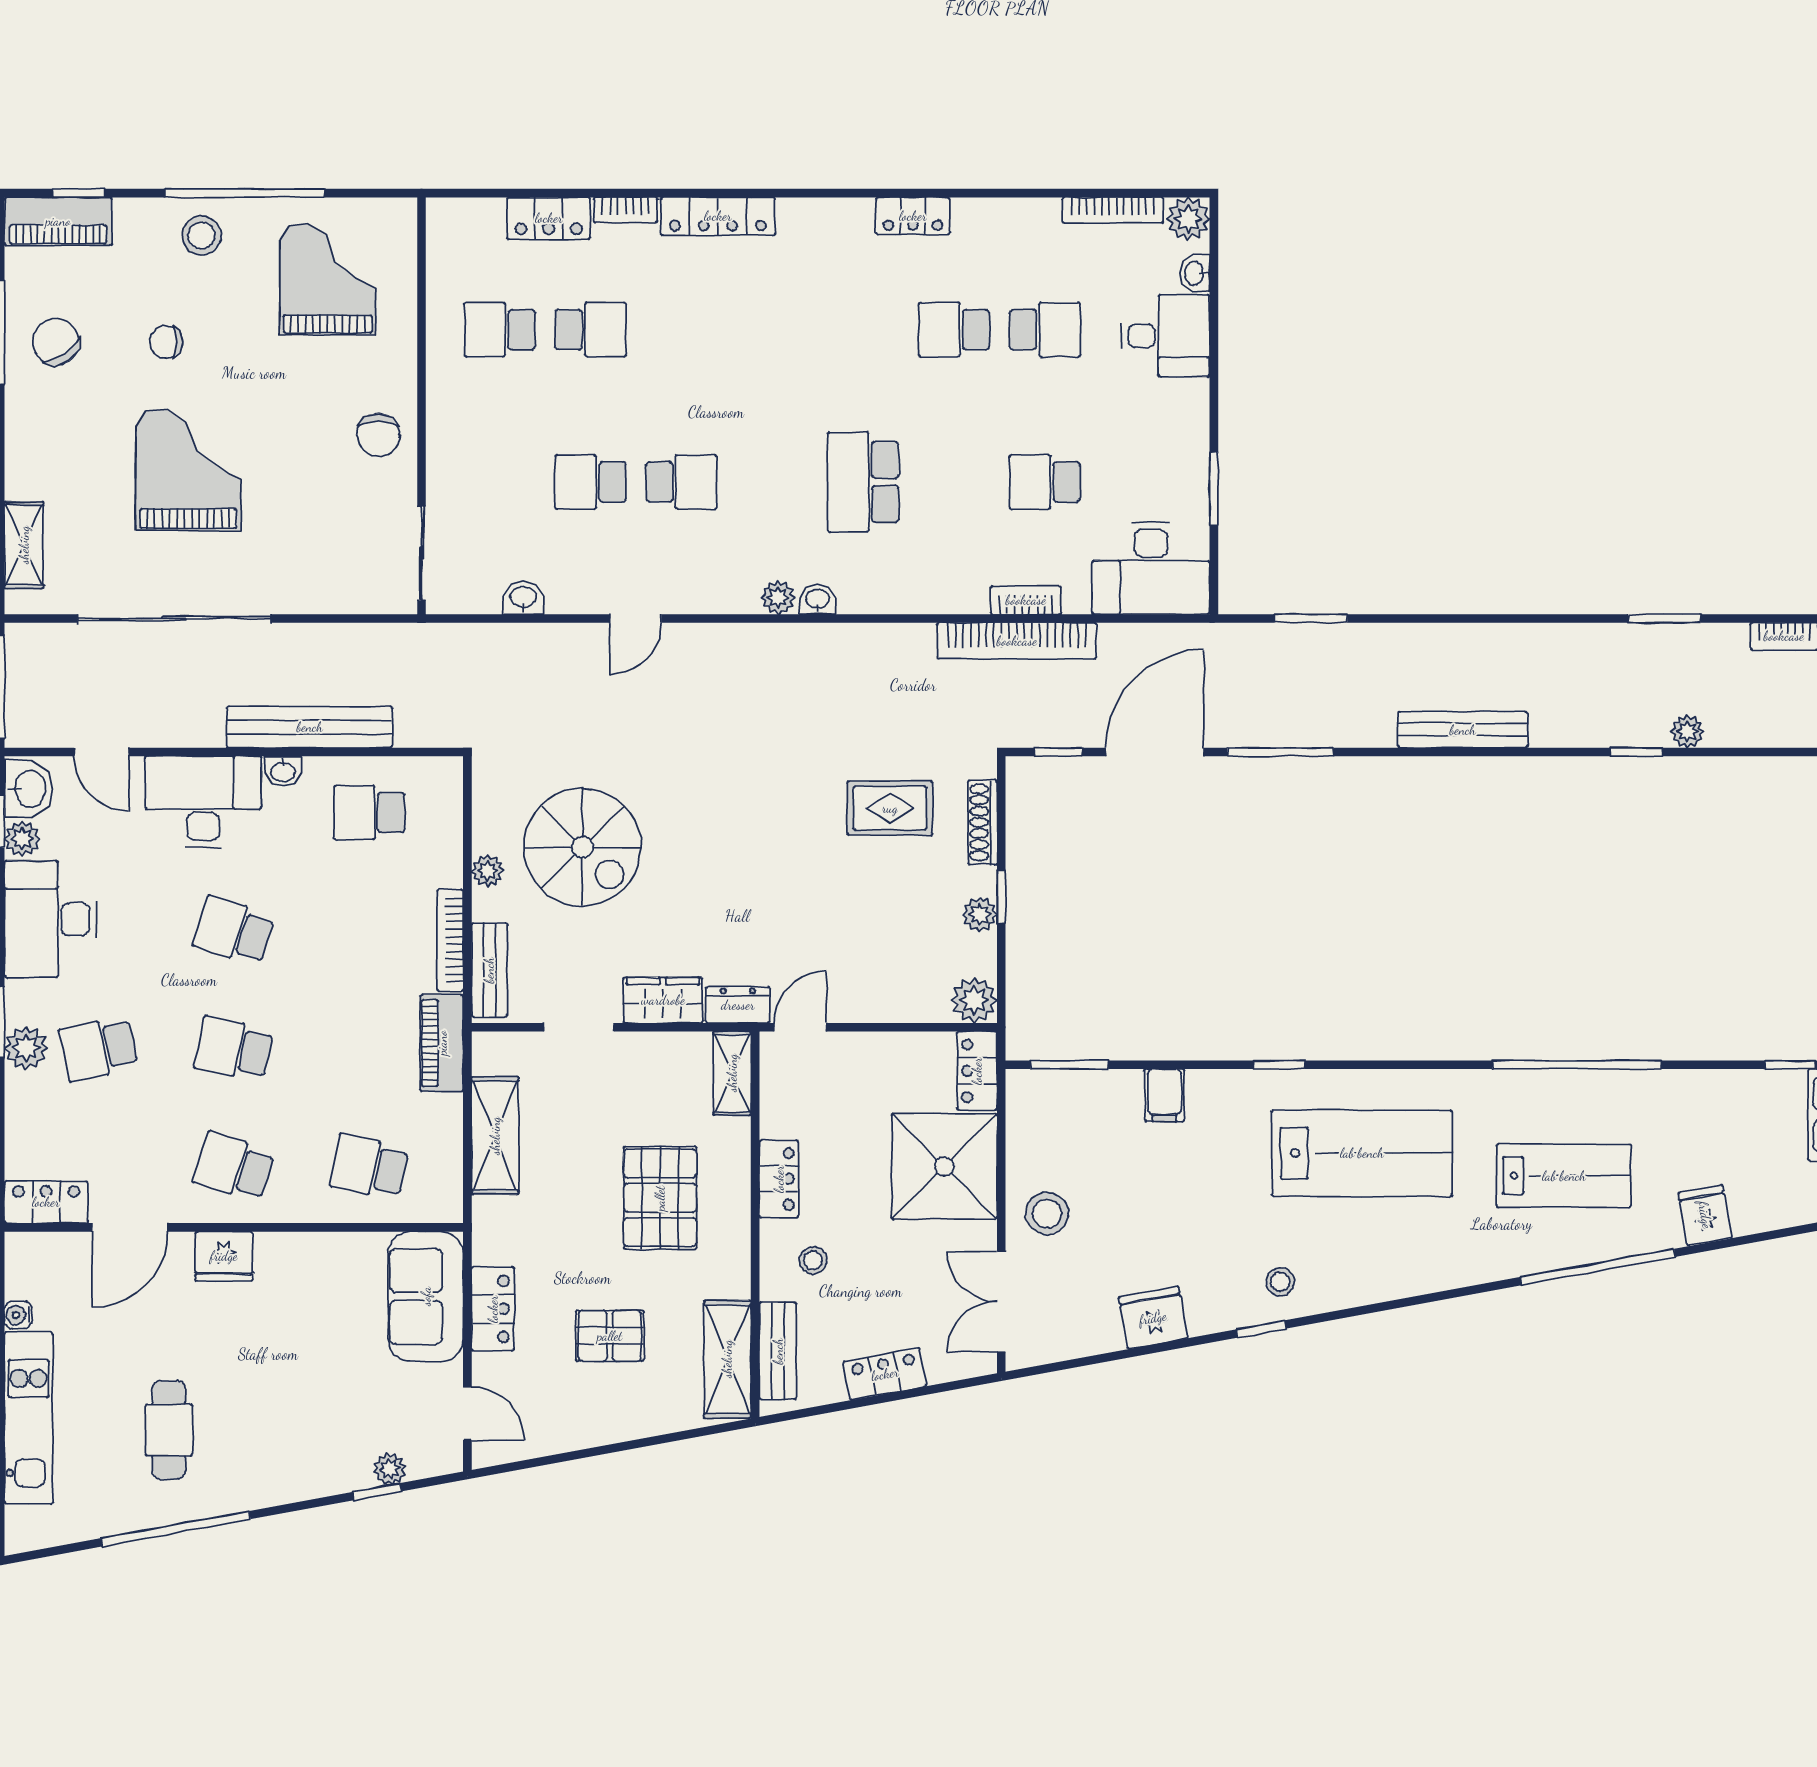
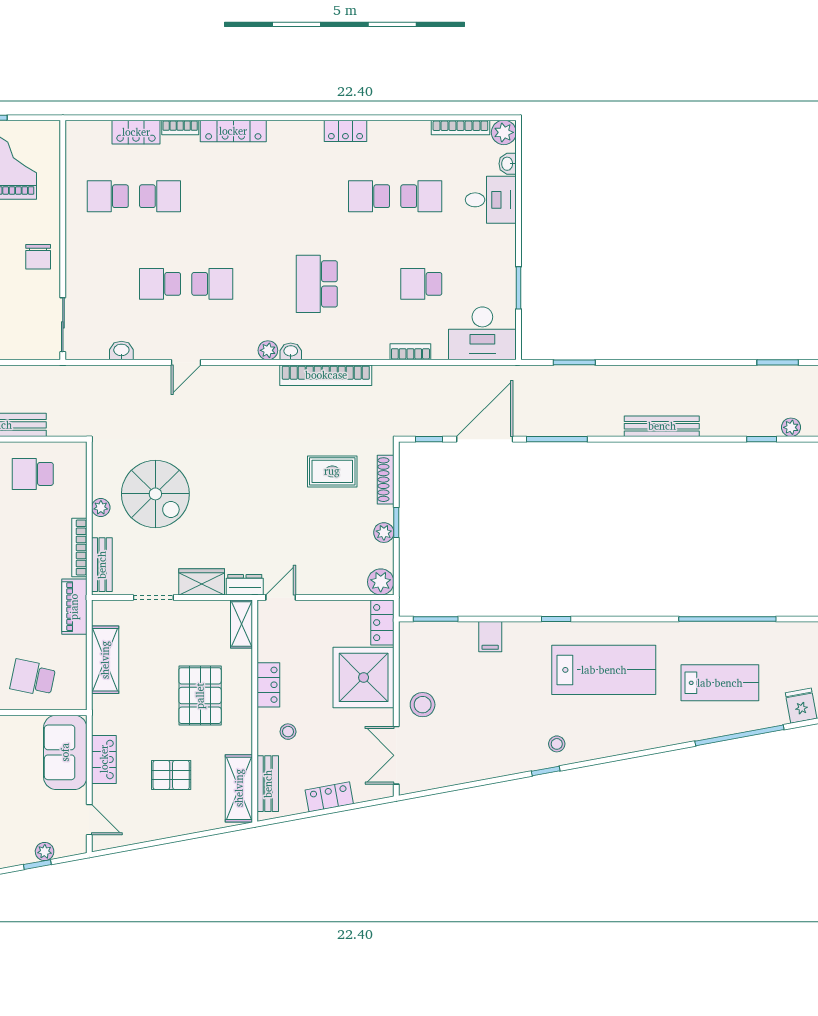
bookcase: (1017, 641) -> (326, 375), moved
fridge: (1153, 1318) -> (484, 765), removed

